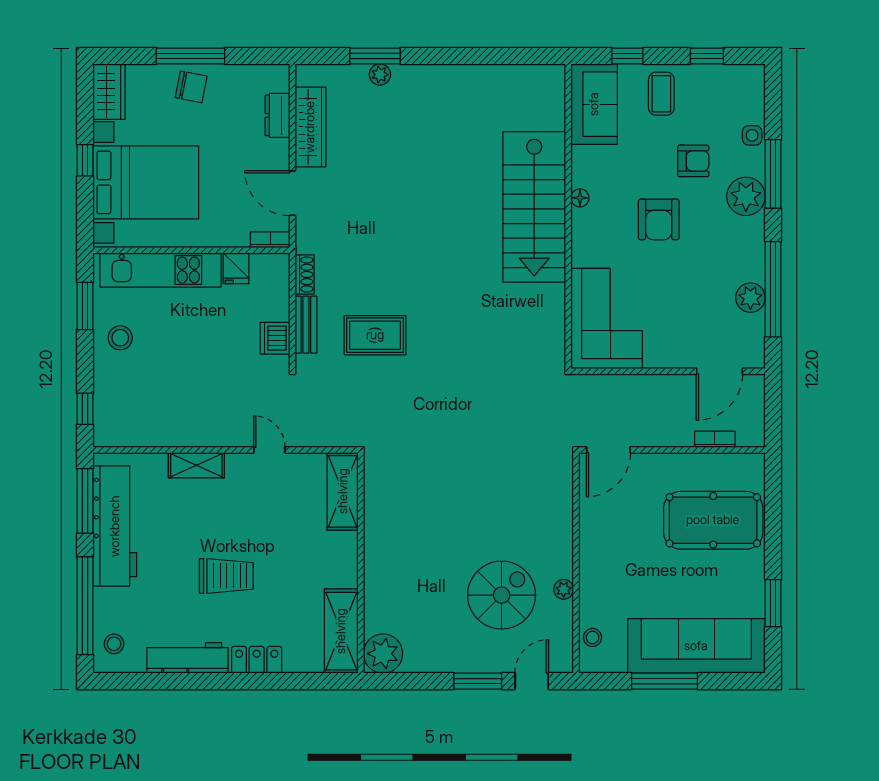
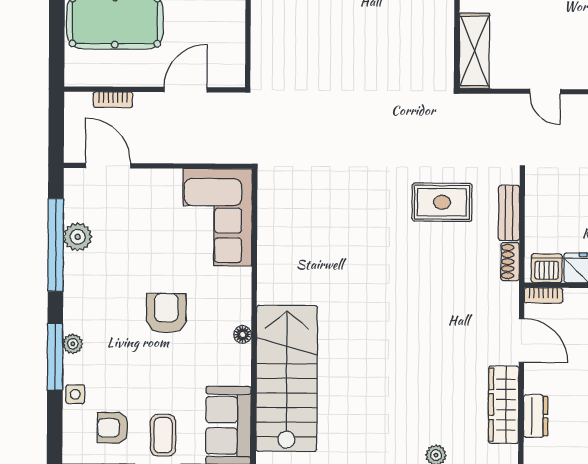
armchair: (693, 161) -> (113, 428), moved
plant: (746, 196) -> (73, 344), width x0.53, depth x0.53
stairs: (534, 207) -> (287, 378), moved
dishwasher: (275, 338) -> (547, 268), moved, turned -90
door: (719, 371) -> (108, 166), hinge flipped
door: (608, 450) -> (186, 90), moved

